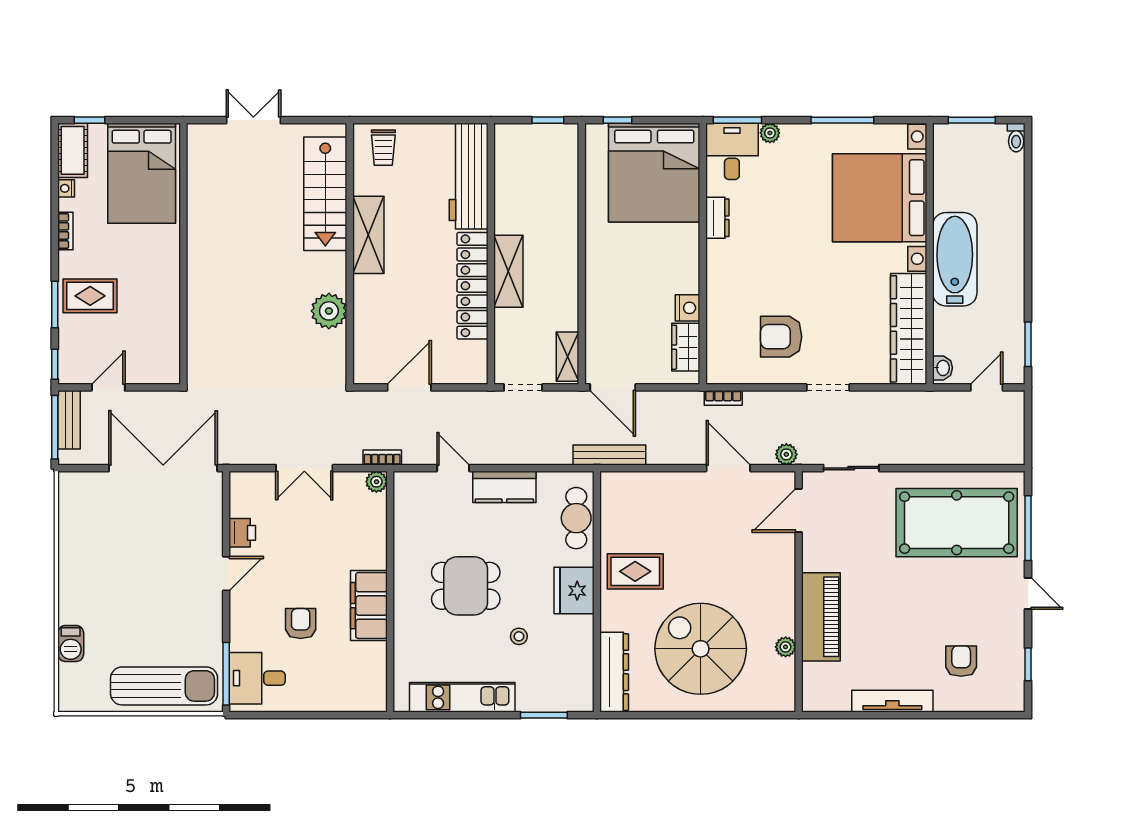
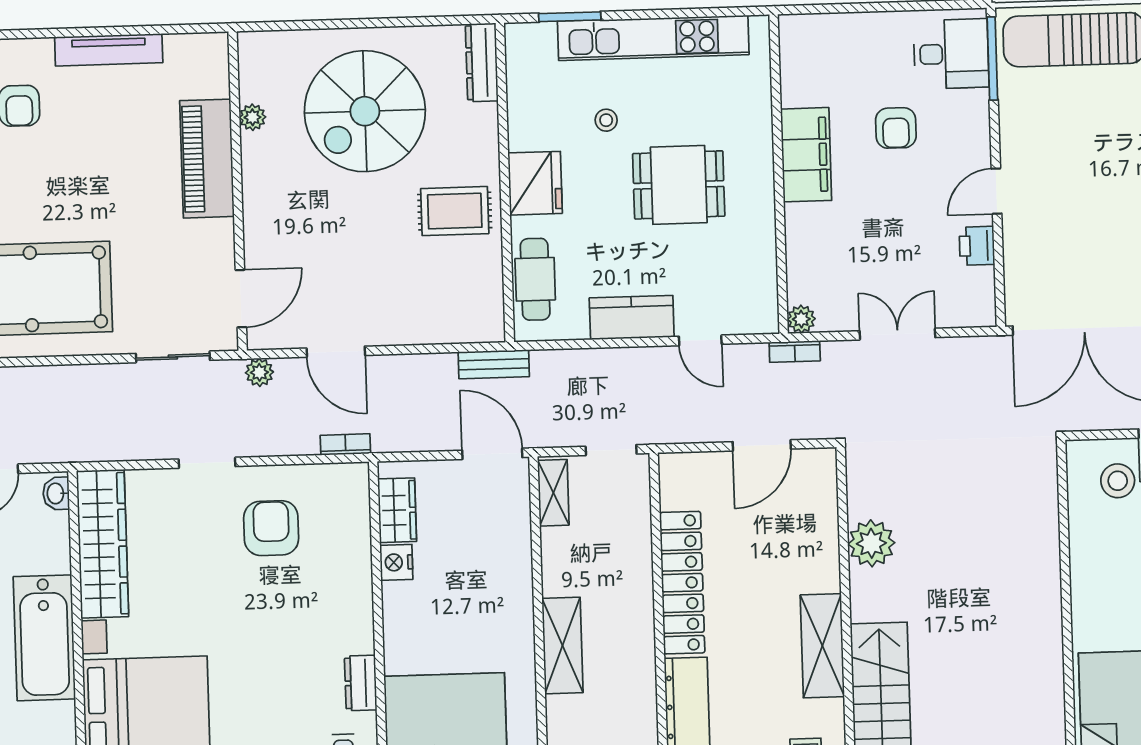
shelving: (508, 271) -> (562, 645), moved
armchair: (781, 337) -> (271, 528), turned -90
stool: (142, 352) -> (1118, 481), added
bench: (609, 455) -> (494, 364), width x0.73
spiral stairs: (701, 649) -> (365, 111), turned 90
dresser: (614, 672) -> (482, 62), width x0.73, depth x0.80
kitchen unit: (462, 697) -> (653, 38), width x1.36

